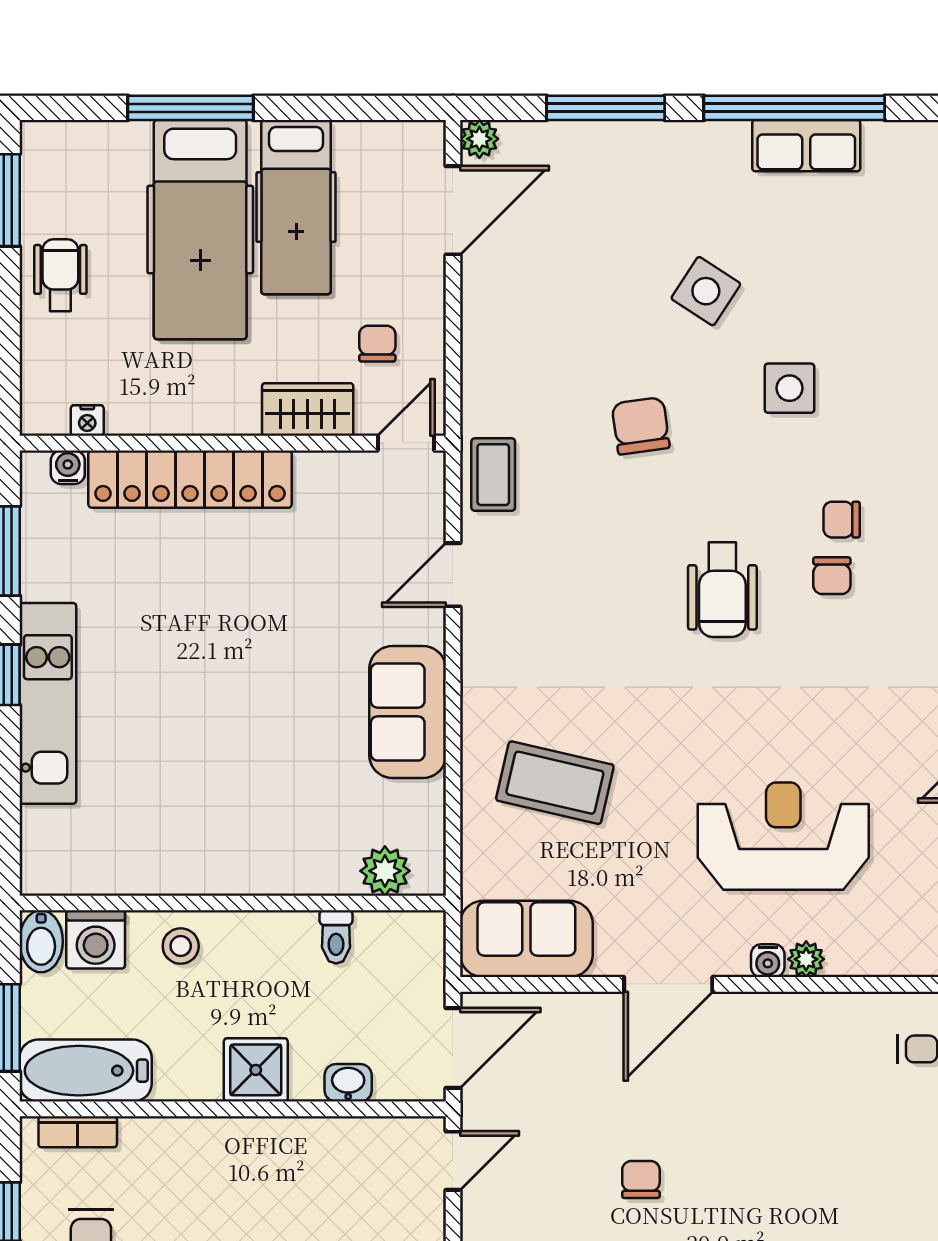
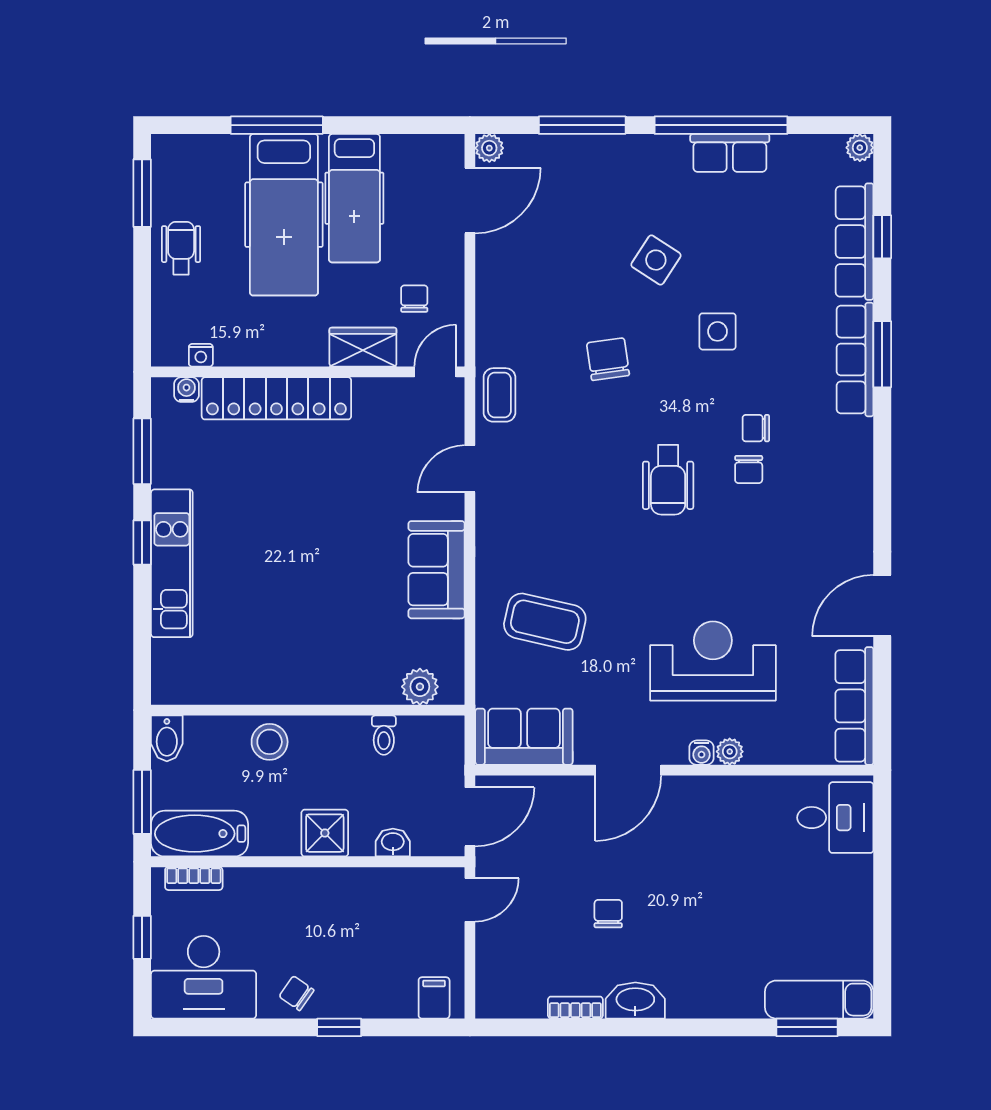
washing machine: (96, 939) -> (207, 737), removed
stool: (181, 946) -> (270, 742), width x1.37, depth x1.37

